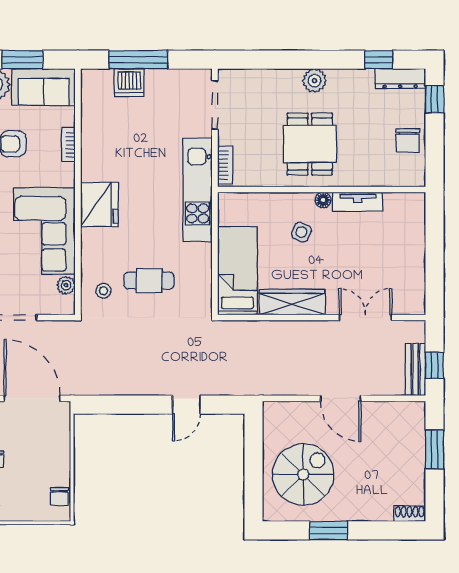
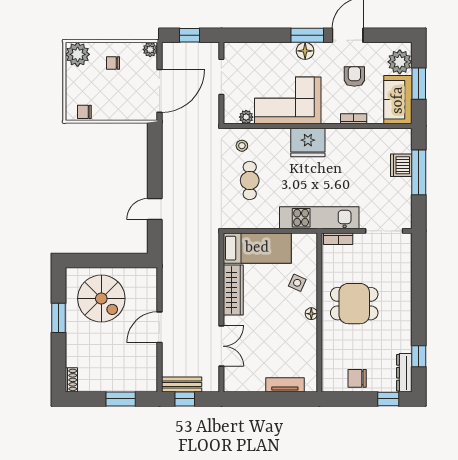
plant: (314, 81) -> (403, 307), removed
tv unit: (358, 202) -> (285, 385), moved, turned 90
side table: (301, 232) -> (297, 283), moved
door: (186, 405) -> (155, 209), hinge flipped

